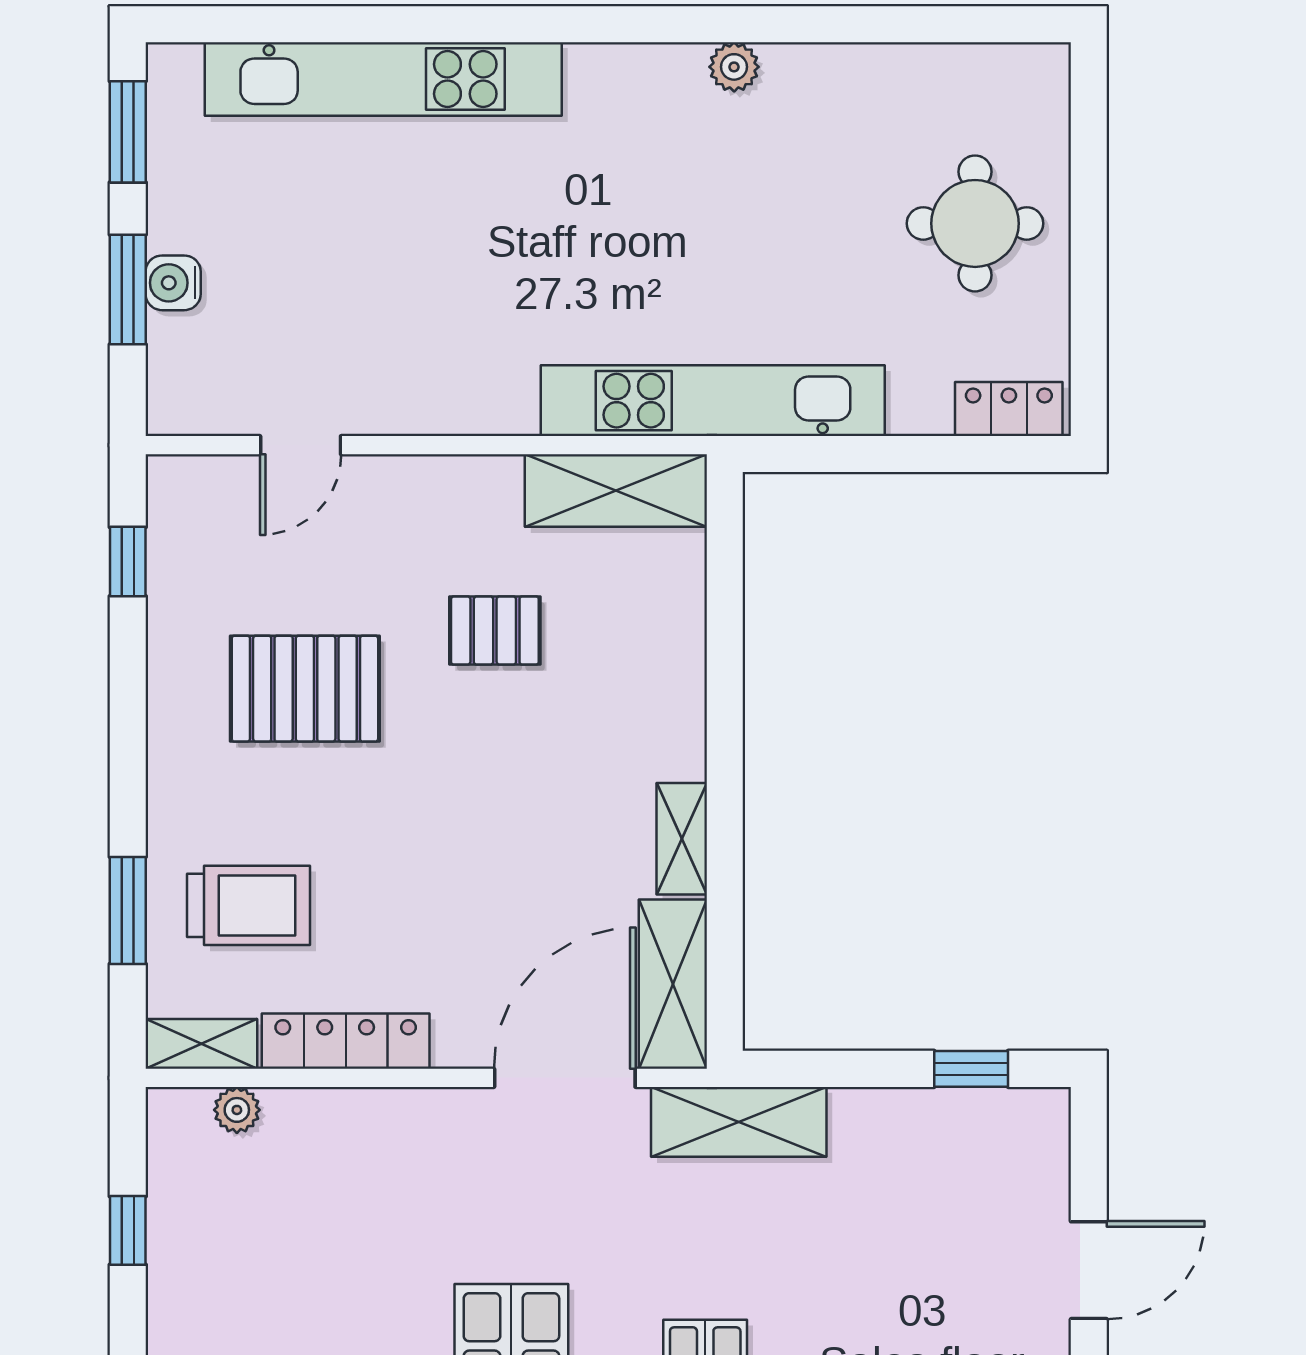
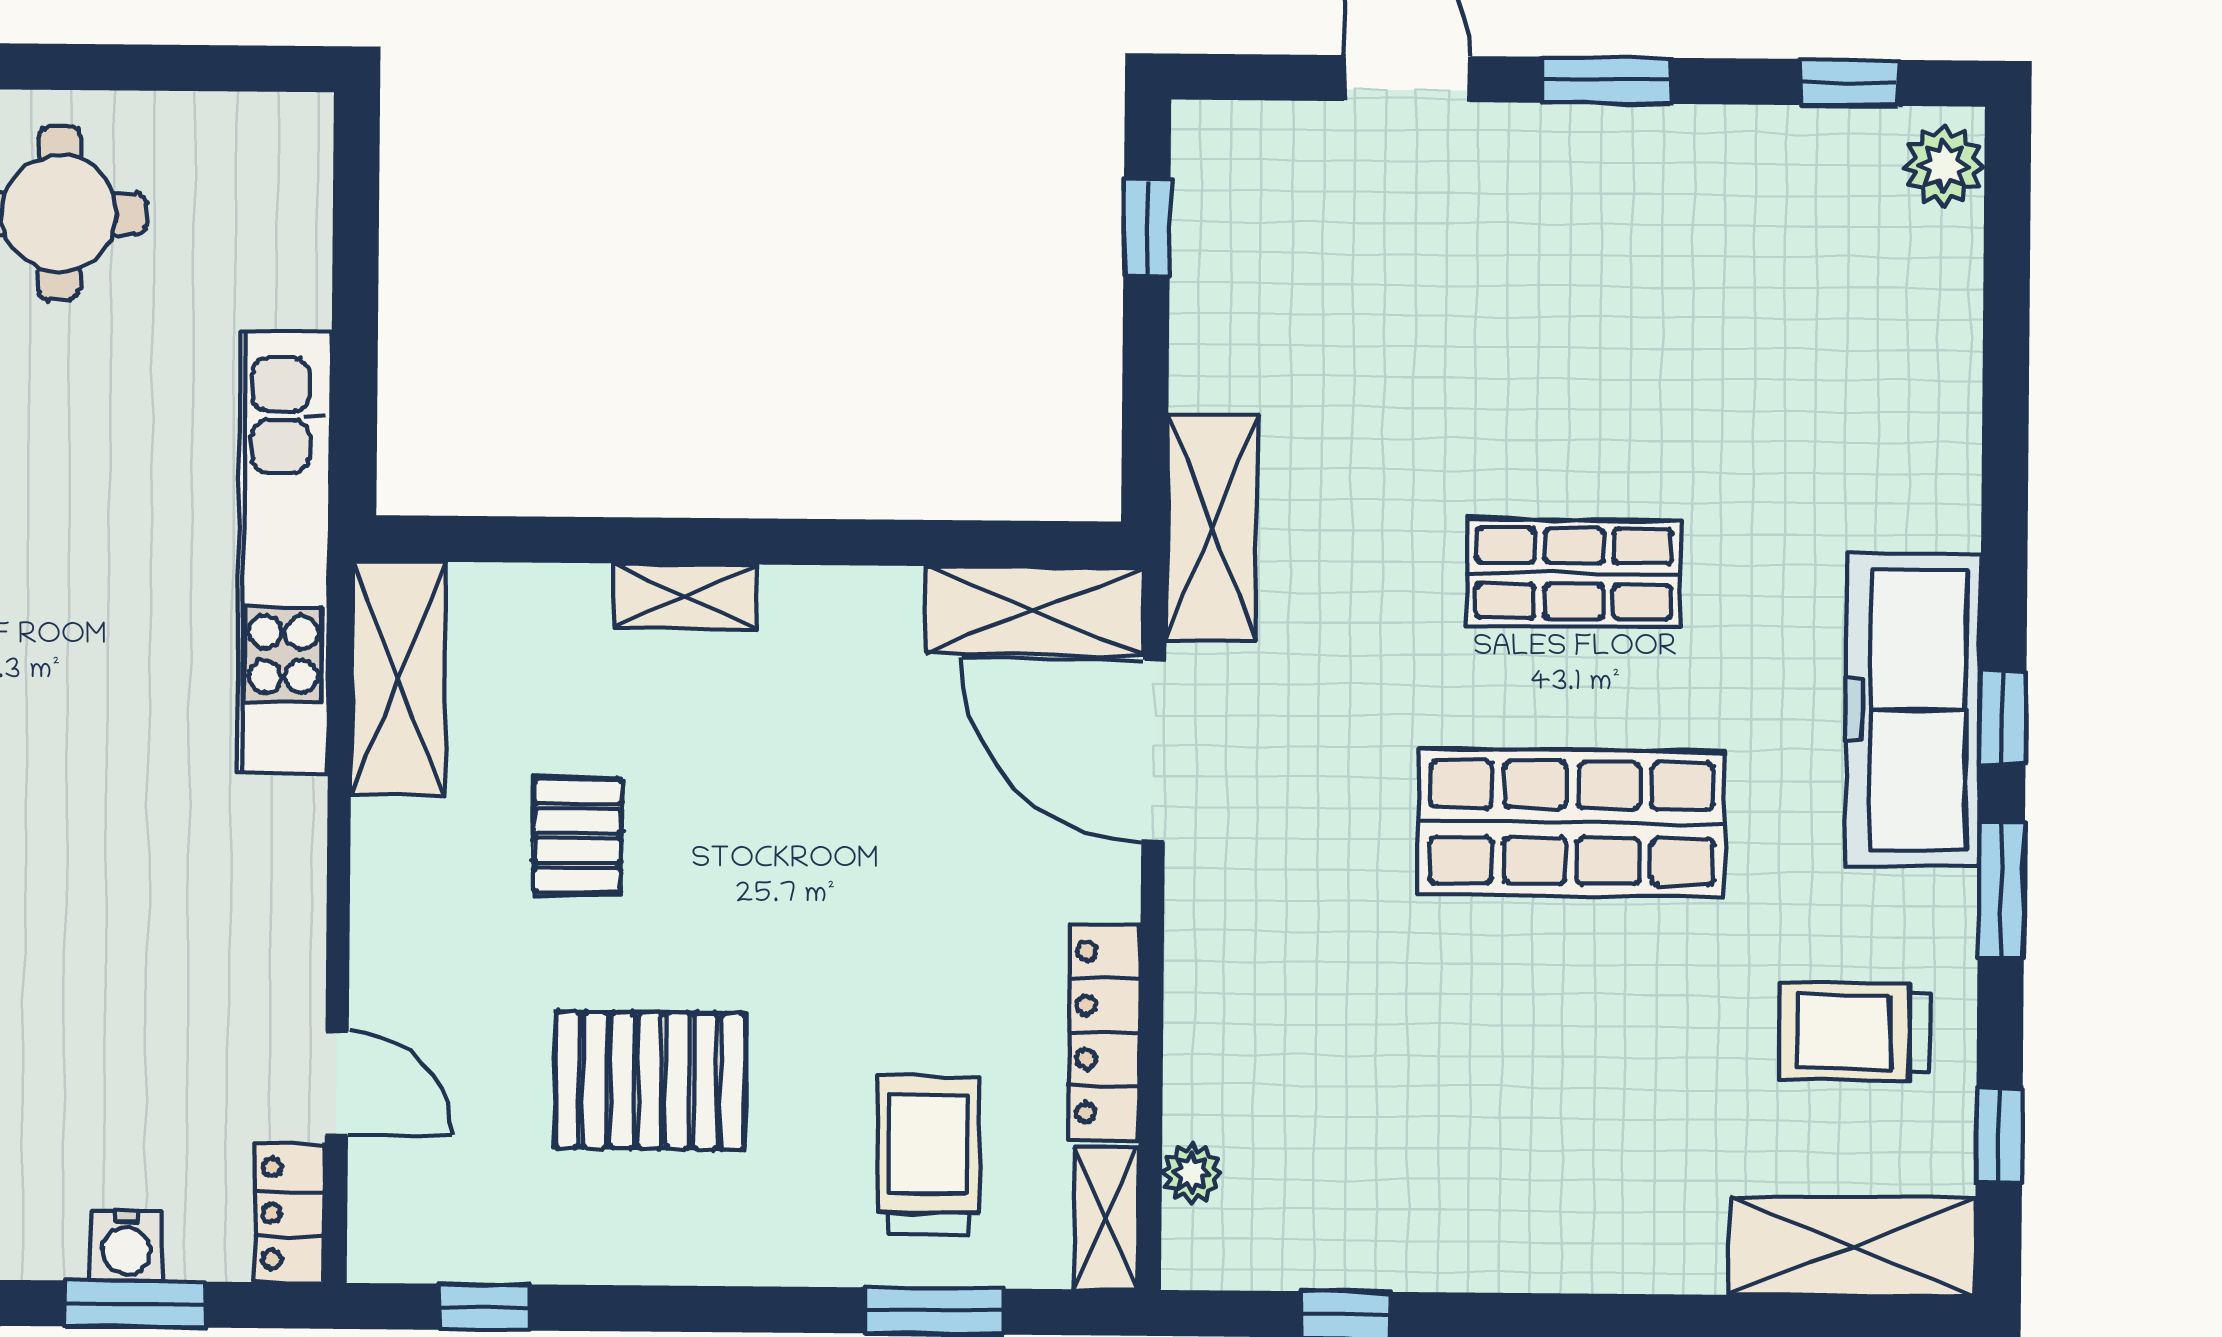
locker: (1009, 409) -> (289, 1213), moved
pallet: (305, 689) -> (650, 1081), turned 90
shelving: (682, 839) -> (685, 596), moved

